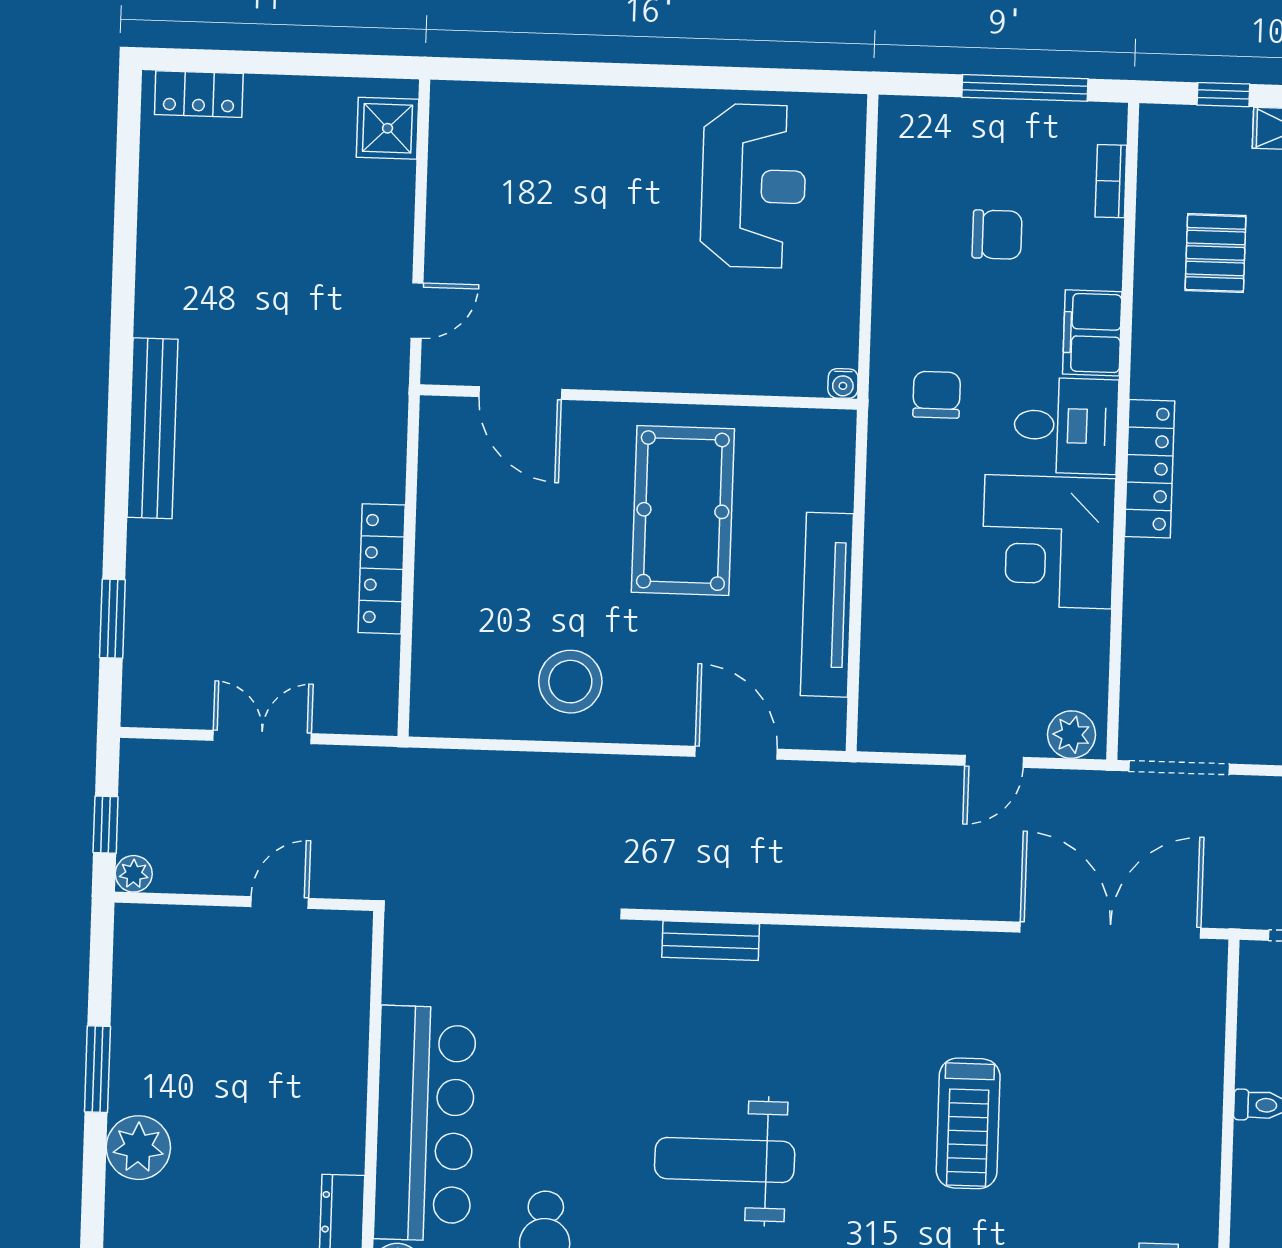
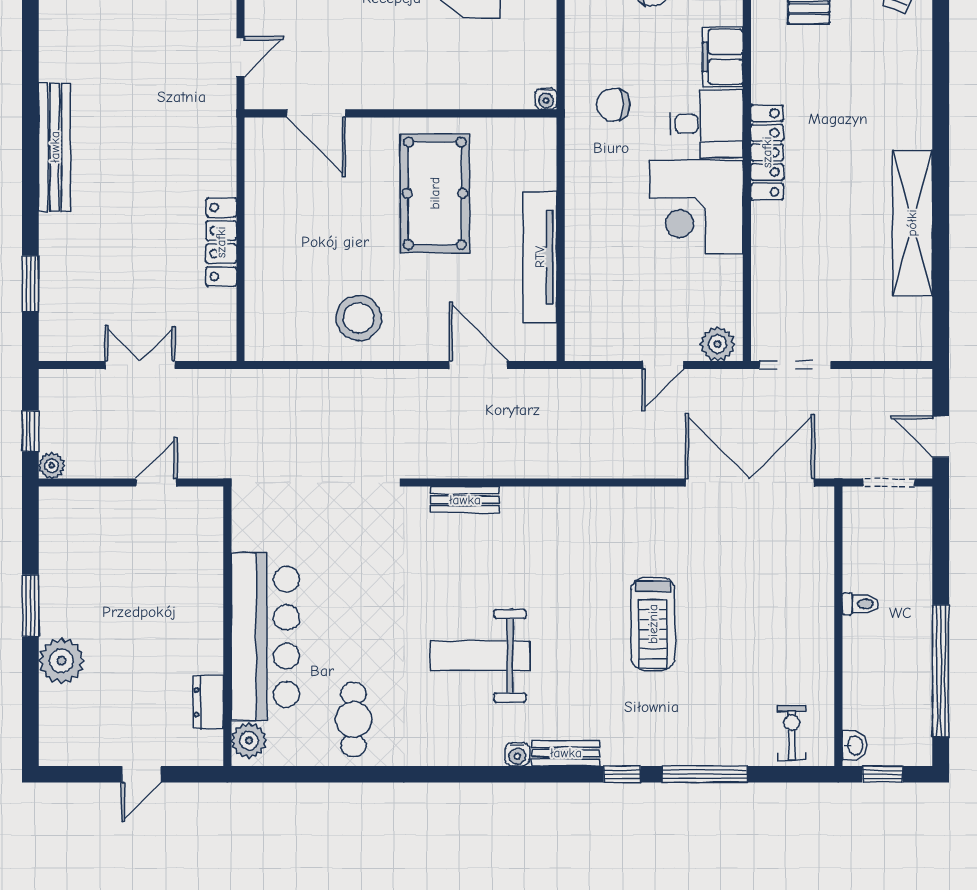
chair: (937, 395) -> (613, 105), turned -90

